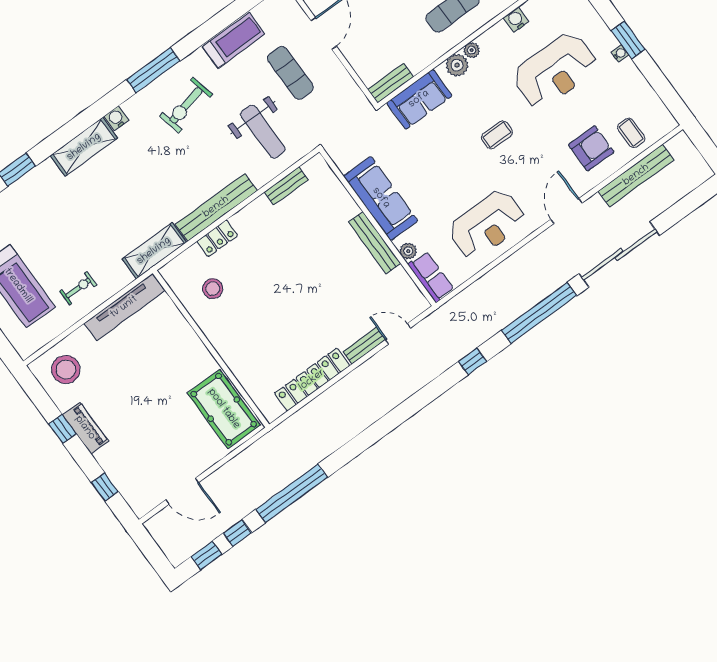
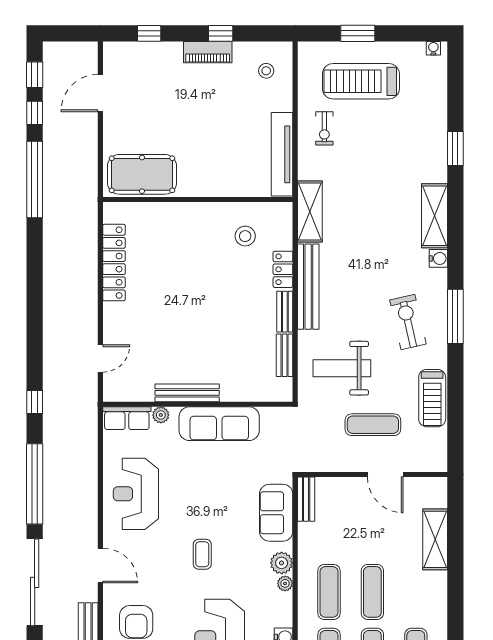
bench: (364, 346) -> (285, 312), moved
stool: (66, 369) -> (266, 71), width x0.53, depth x0.53

